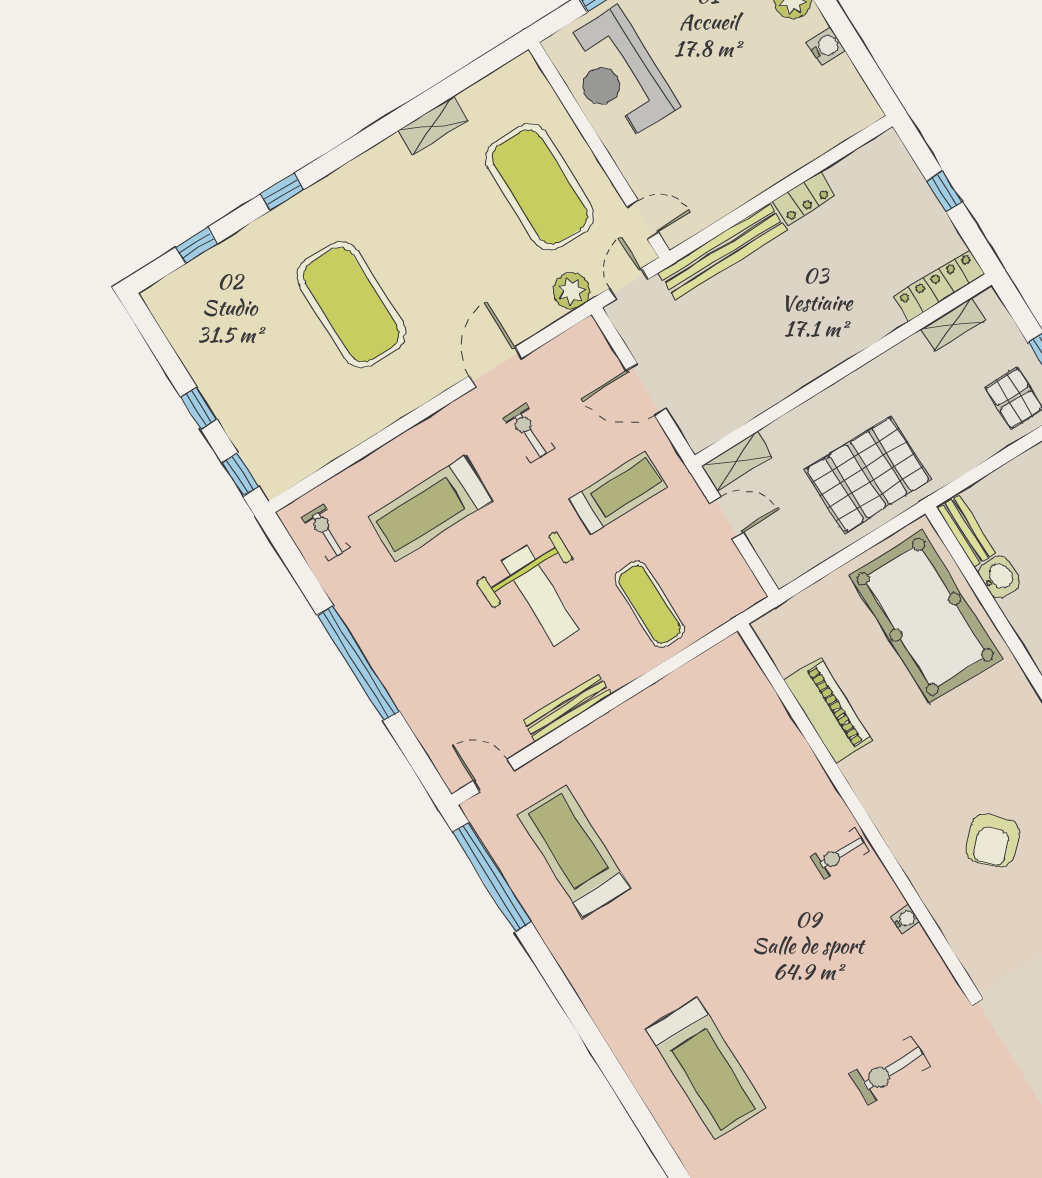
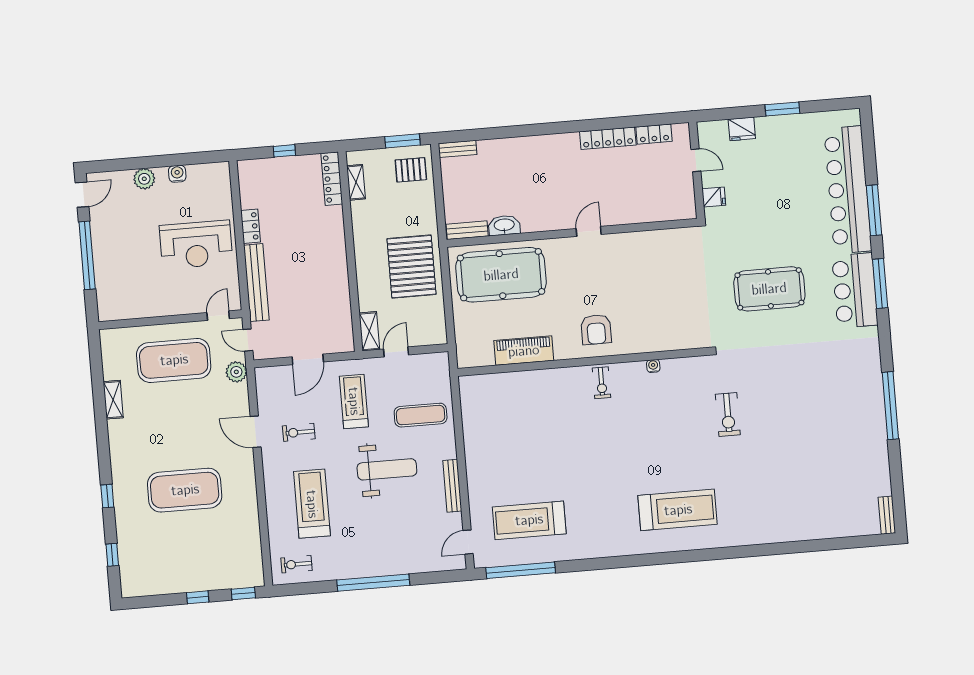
reception desk: (618, 75) -> (196, 245), moved
treadmill: (430, 509) -> (312, 504), turned 180
washbasin: (999, 577) -> (504, 225), width x1.38
armchair: (993, 841) -> (596, 329), moved, turned 45

